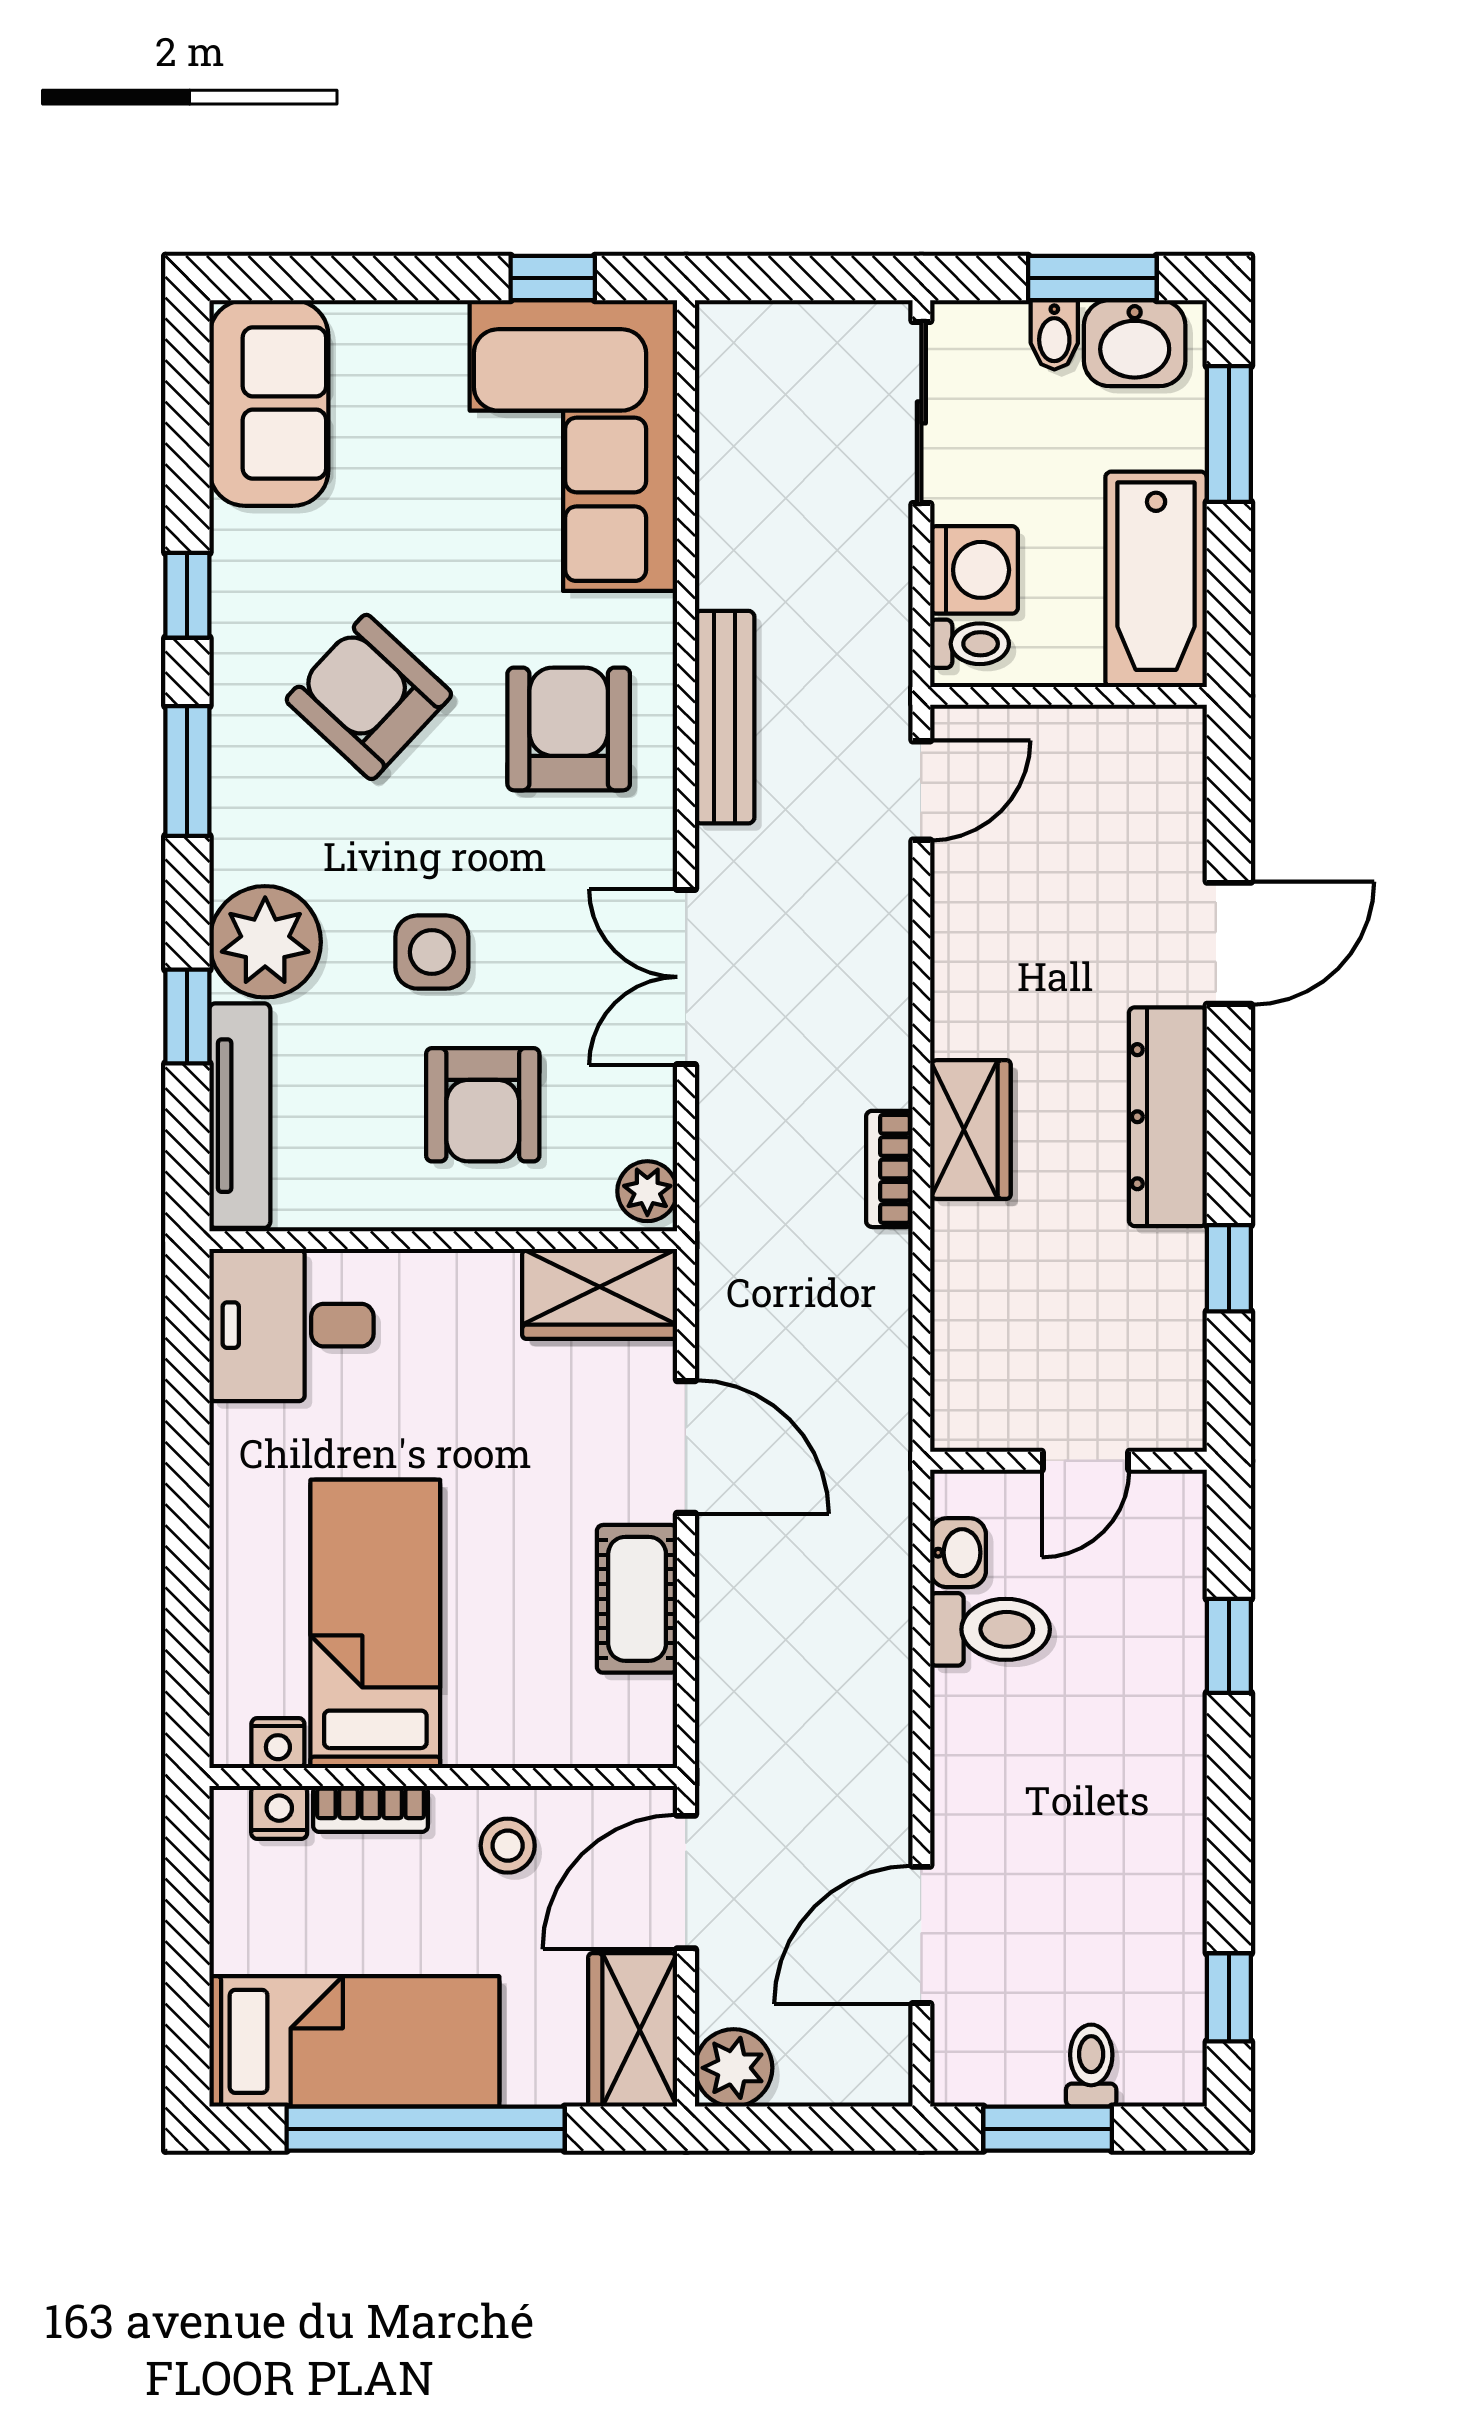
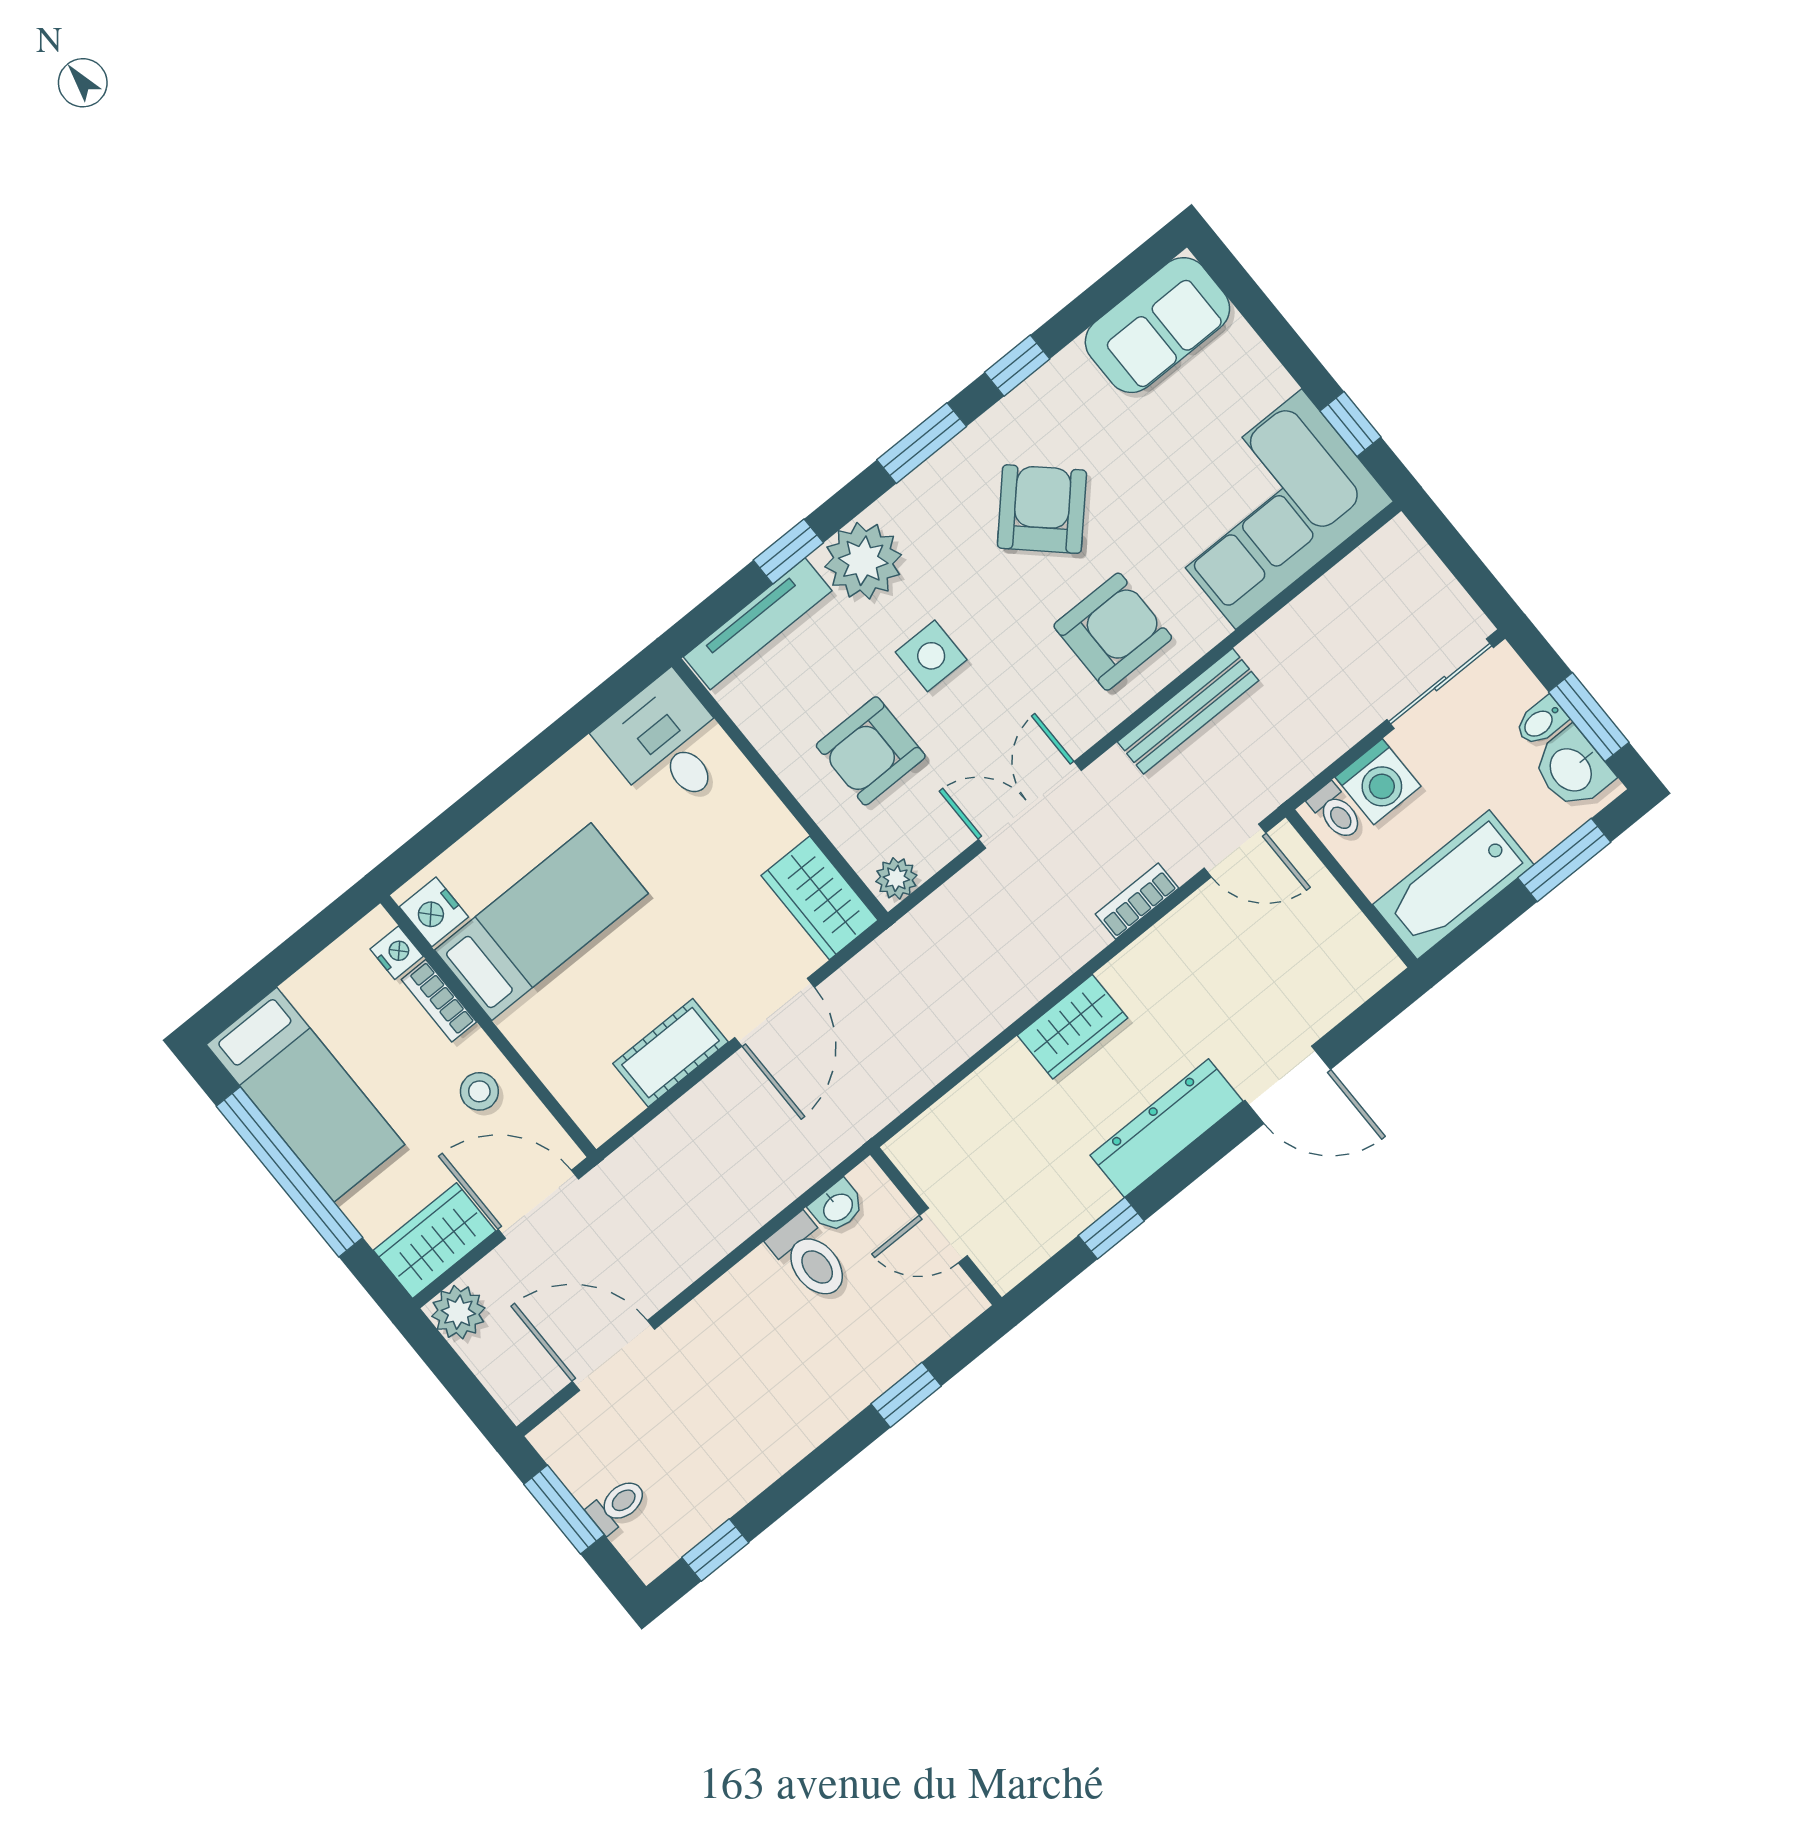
bookcase: (889, 1169) -> (1137, 901), moved
nightstand: (278, 1743) -> (434, 912), width x1.39, depth x1.35

